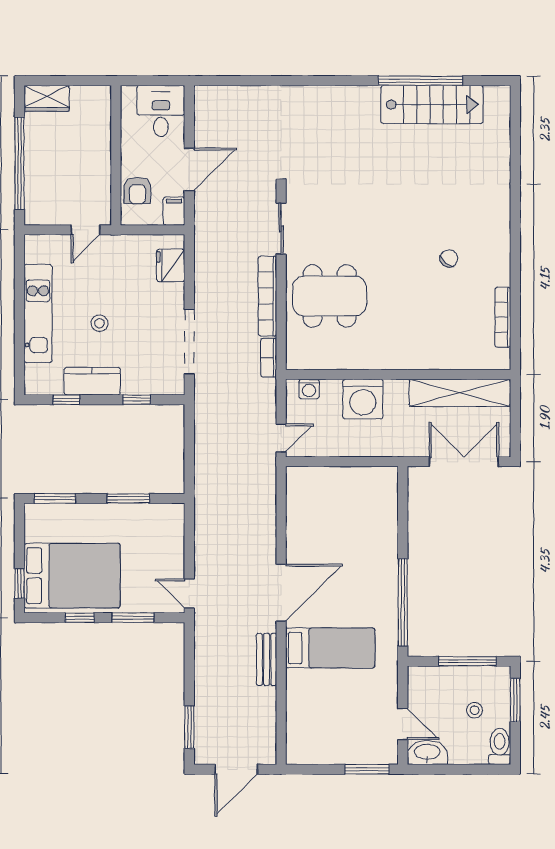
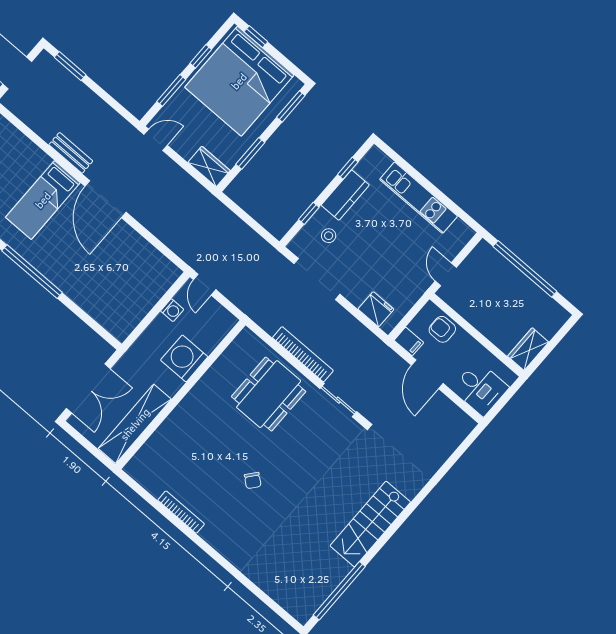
window: (420, 81) -> (339, 591), moved
wardrobe: (47, 98) -> (528, 349), moved
stairs: (432, 104) -> (370, 524), moved
chair: (449, 258) -> (253, 480), moved
bookcase: (503, 317) -> (181, 512), moved
stool: (100, 323) -> (329, 236), moved
bookcase: (269, 358) -> (263, 321), removed
washing machine: (309, 389) -> (172, 310), moved, turned 180
wardrobe: (172, 525) -> (209, 166), added
bed: (72, 576) -> (239, 81), width x1.36

